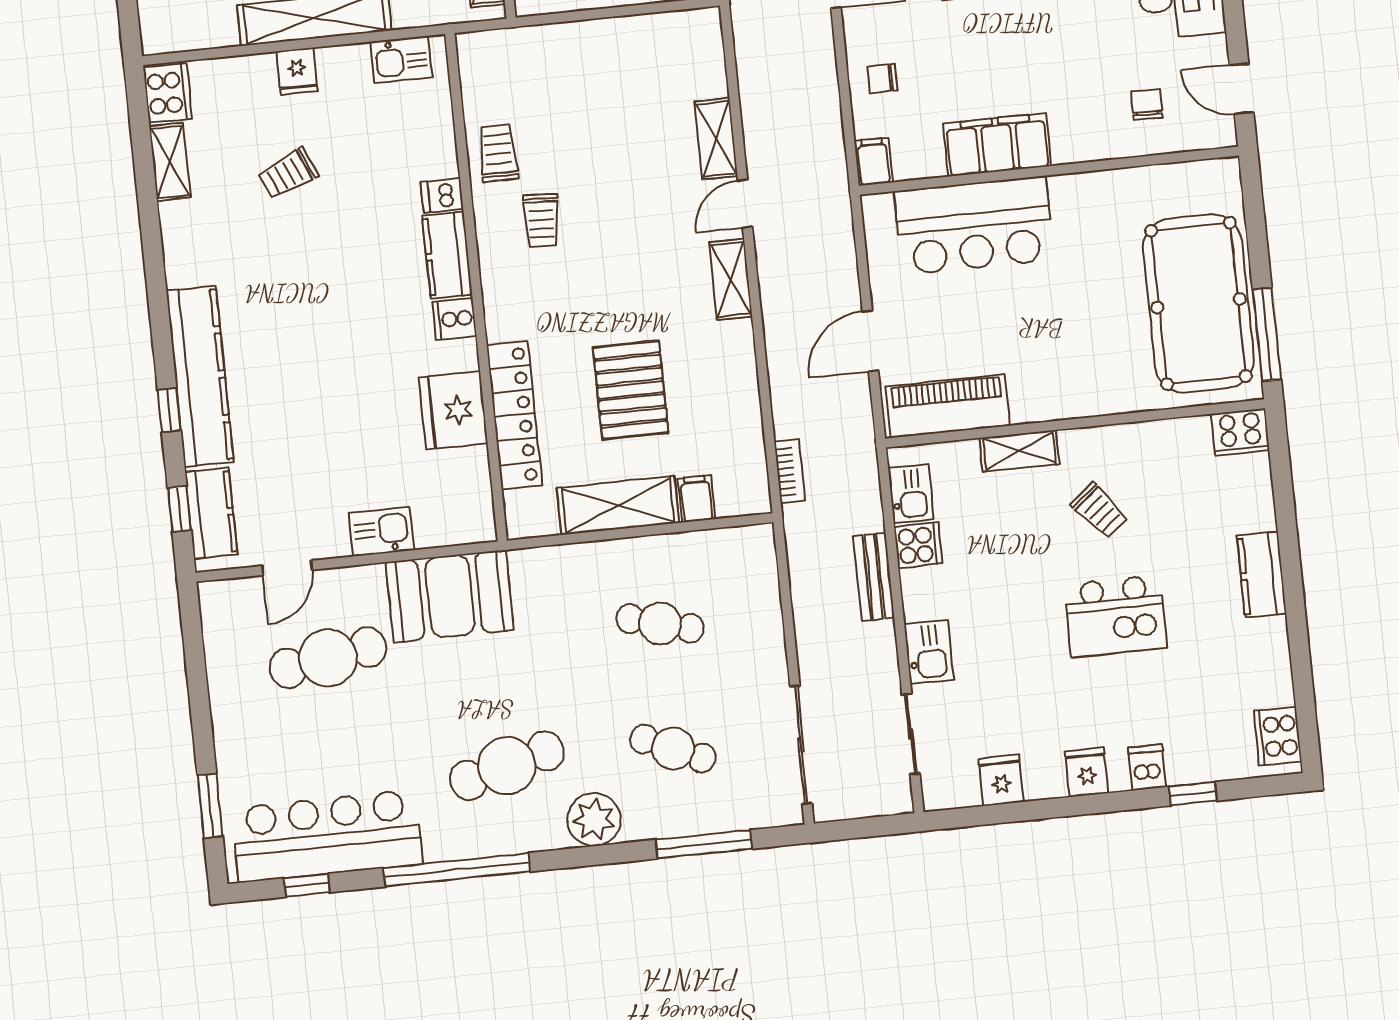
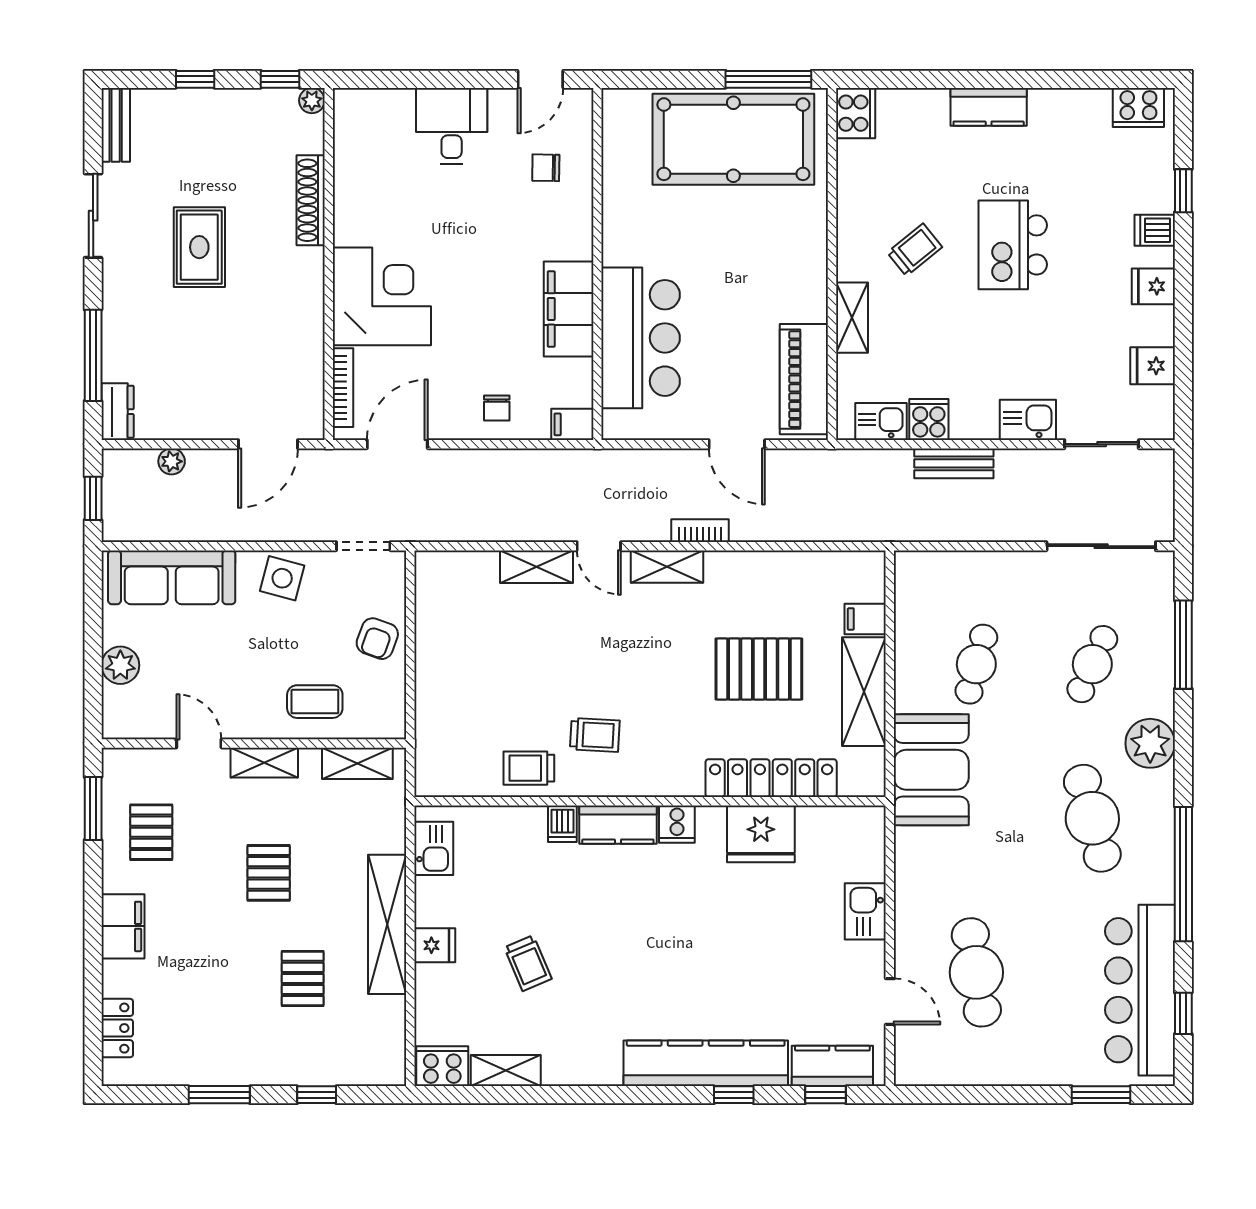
bookcase: (790, 471) -> (700, 531), moved
booth: (450, 596) -> (931, 770), moved
kitchen island: (1116, 616) -> (1013, 245), turned 180

